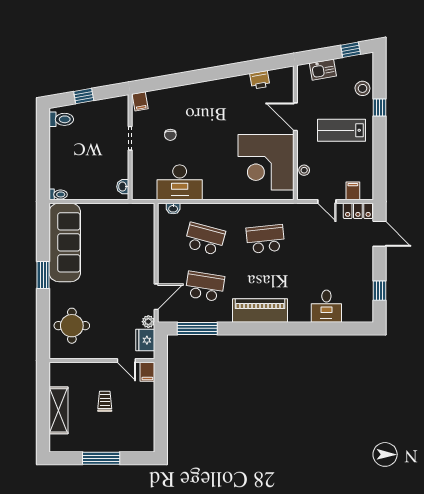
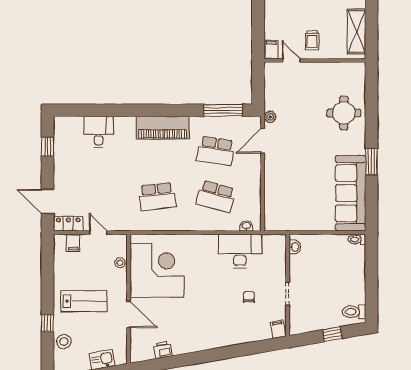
fridge: (145, 340) -> (273, 99), removed
wall: (102, 360) -> (315, 60), moved
door: (126, 360) -> (291, 60), moved
filing cabinet: (147, 372) -> (271, 49), moved

